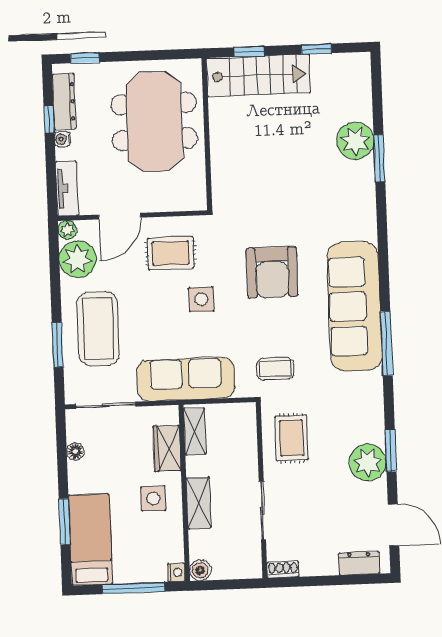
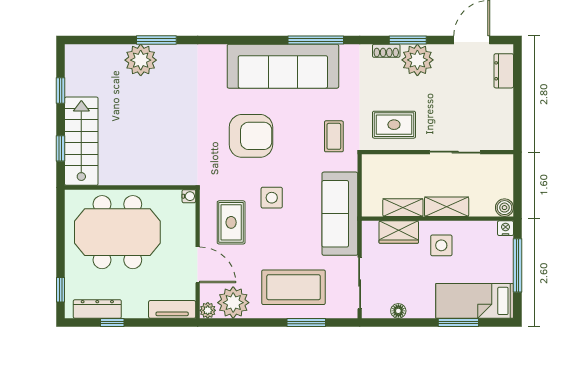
water cooler: (62, 139) -> (189, 196), moved, turned -90
shelving: (195, 431) -> (403, 208), moved
shoe rack: (283, 570) -> (386, 51), moved, turned -90

